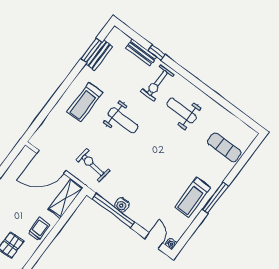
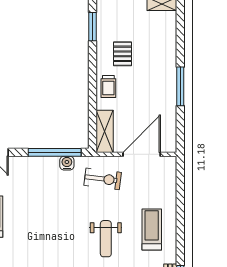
weight bench: (123, 120) -> (106, 239), turned -90
water cooler: (122, 205) -> (67, 163), moved

